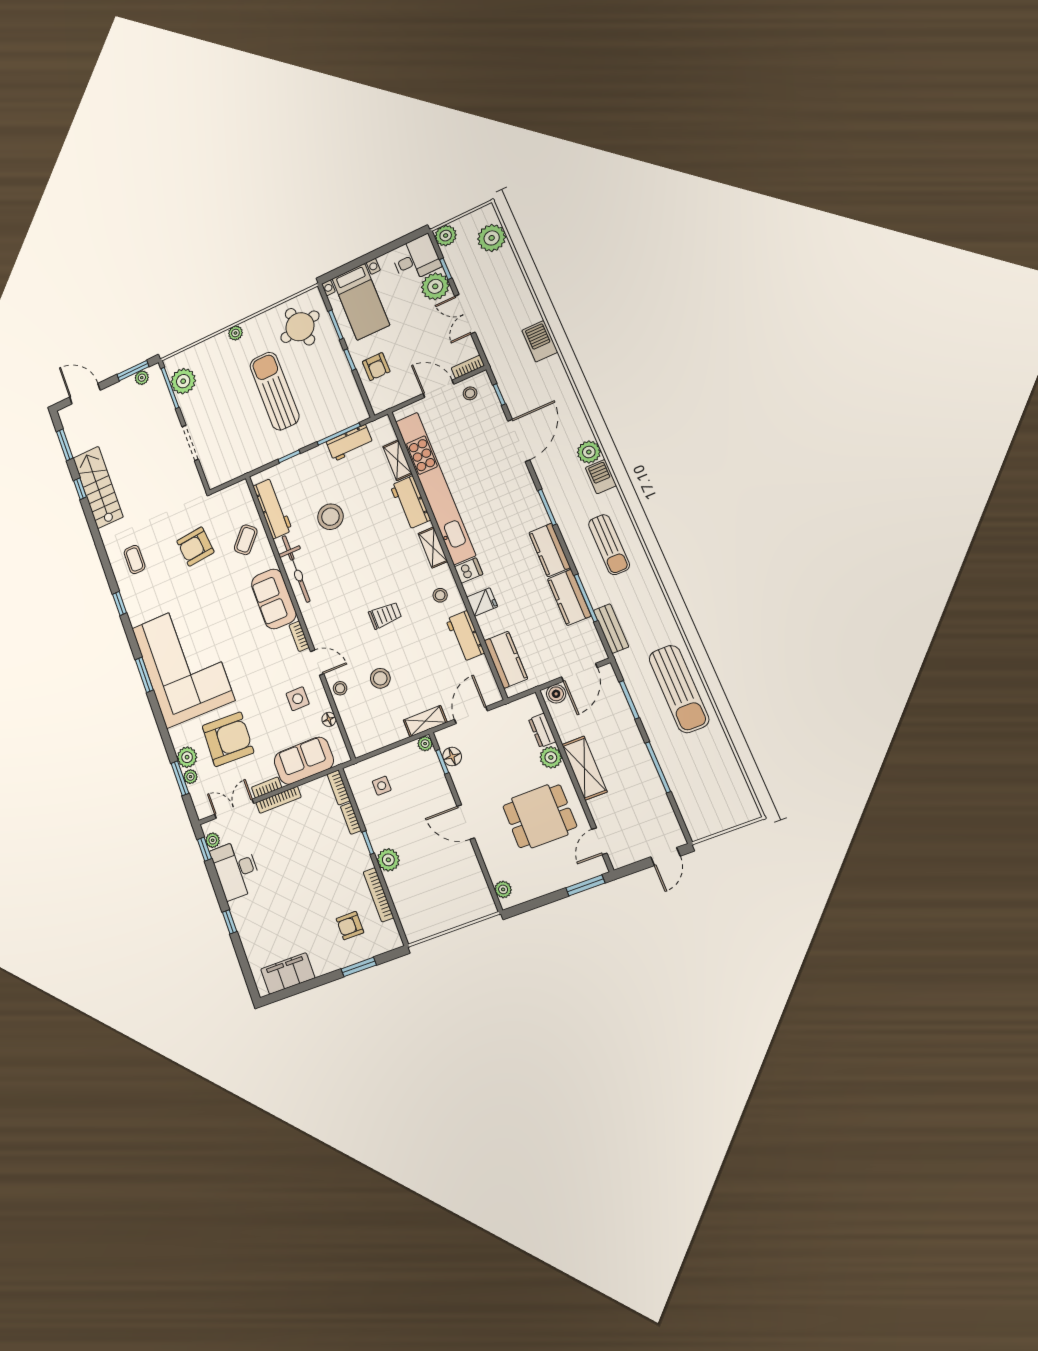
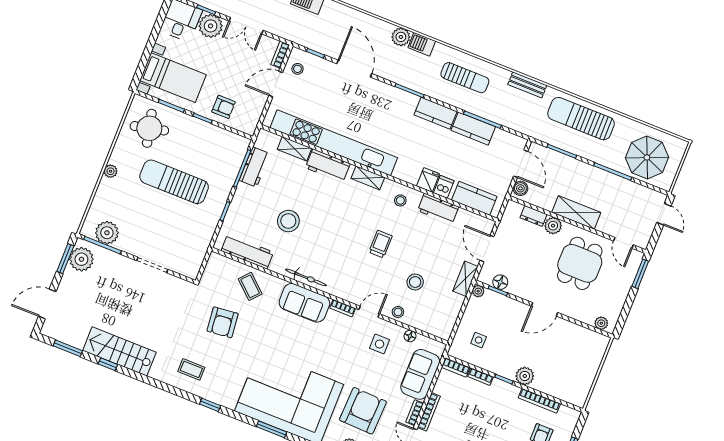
plant: (142, 378) -> (81, 259), width x1.87, depth x1.87
bicycle: (296, 569) -> (306, 277), width x0.73, depth x0.71
dishwasher: (469, 571) -> (444, 187), moved
bench: (611, 629) -> (527, 85), moved
sun lounger: (679, 689) -> (581, 119), turned 180
parasol: (705, 788) -> (647, 157), added

